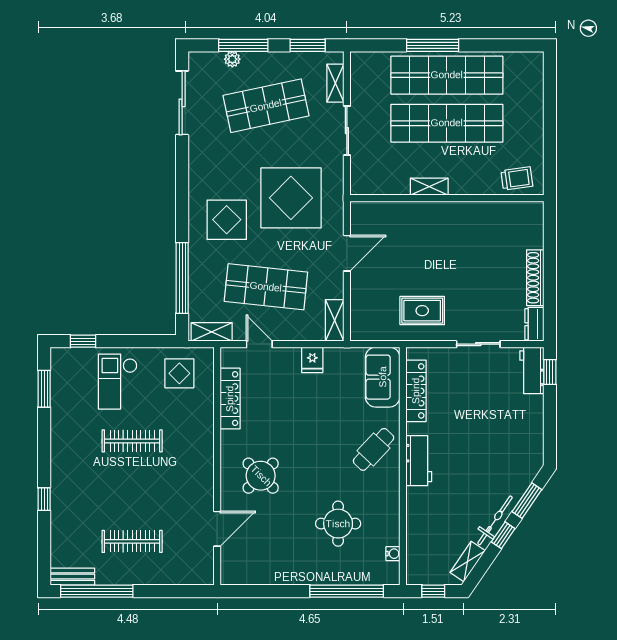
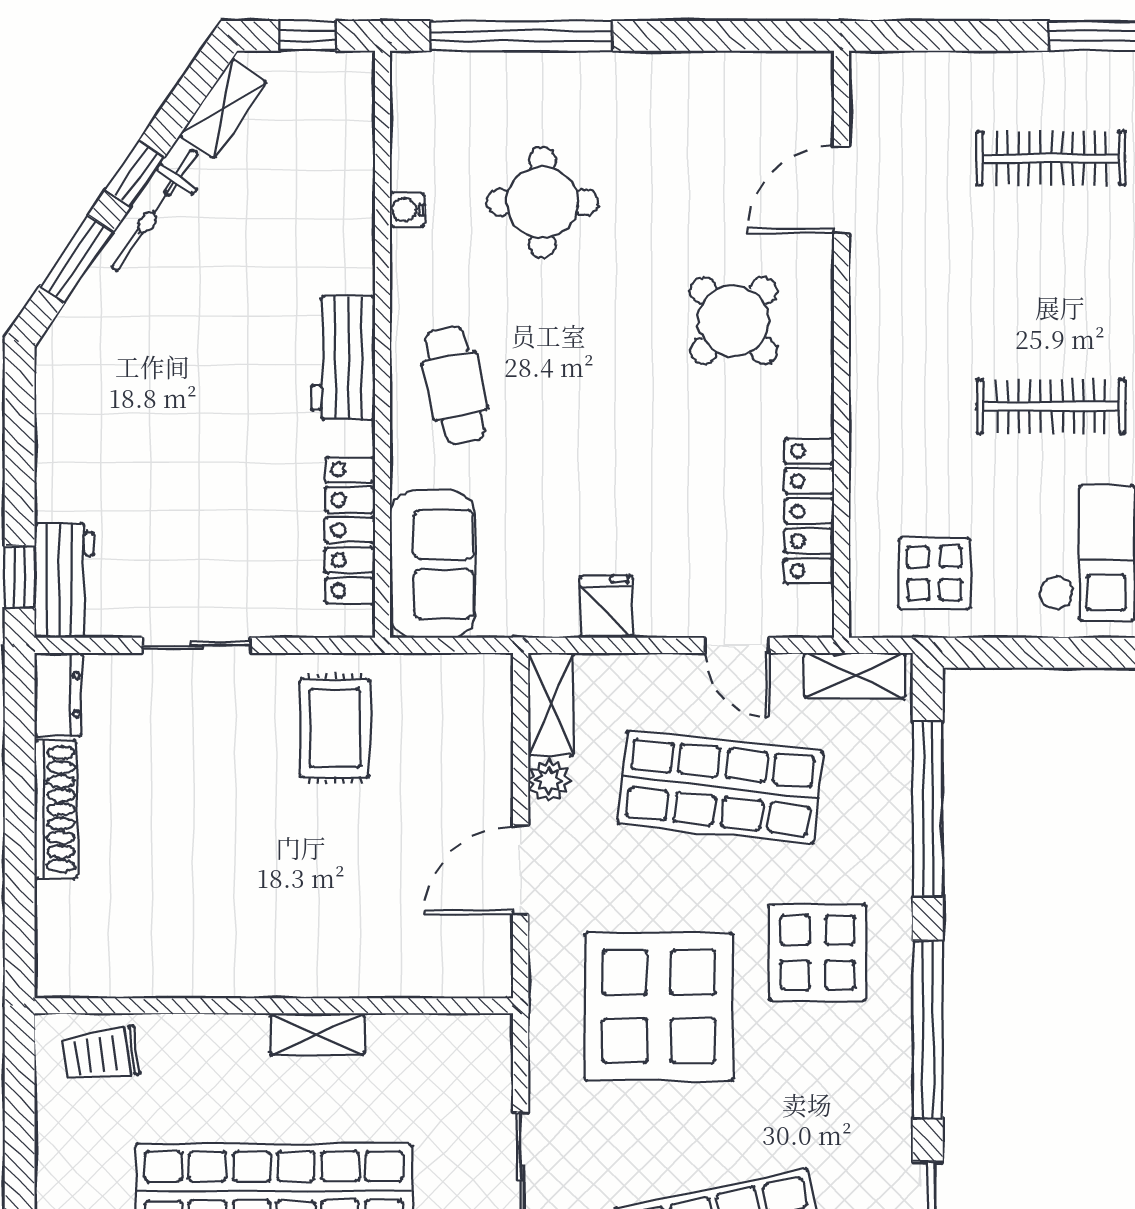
window: (182, 189) -> (928, 1030), added
plant: (335, 290) -> (549, 780), added
rug: (422, 311) -> (335, 728), turned 90
cafe table: (374, 449) -> (455, 386), turned -55
water cooler: (393, 554) -> (407, 210), moved

